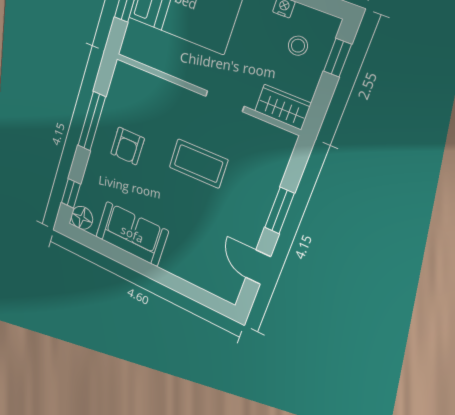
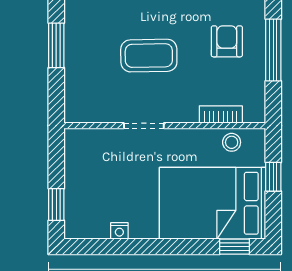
stool: (298, 46) -> (232, 142), moved
bookcase: (153, 83) -> (221, 114), added
wardrobe: (283, 107) -> (88, 142), removed

